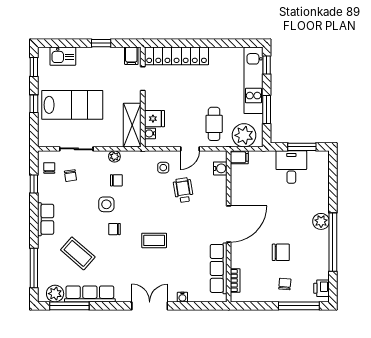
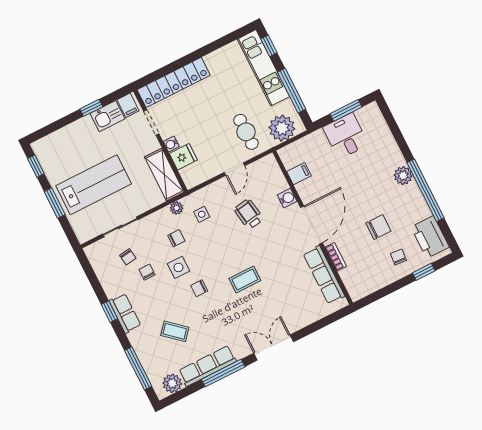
kitchen sink: (63, 56) -> (108, 116), moved
window: (34, 104) -> (55, 203), width x1.50
window: (267, 110) -> (292, 91), width x1.44
water cooler: (150, 133) -> (171, 144), moved
plant: (114, 156) -> (177, 208), moved
filing cabinet: (239, 157) -> (299, 174), moved
chair: (49, 168) -> (147, 272), moved
side table: (163, 168) -> (202, 214), moved
water cooler: (220, 168) -> (287, 198), moved
window: (34, 184) -> (109, 312), moved
coffee table: (78, 253) -> (175, 331), width x0.73, depth x0.77
bookcase: (235, 281) -> (336, 257), moved
printer: (321, 288) -> (430, 237), width x1.87, depth x1.48
water cooler: (182, 297) -> (302, 322), removed
window: (69, 306) -> (223, 373), moved
window: (299, 306) -> (424, 272), width x0.46

